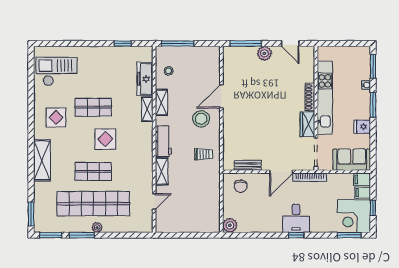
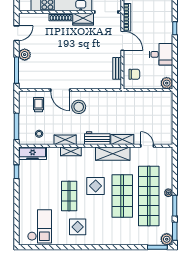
checkout: (56, 71) -> (40, 226), turned 180
freezer: (145, 79) -> (33, 153), moved
trolley: (204, 154) -> (38, 105), moved
shelving: (42, 160) -> (113, 154), moved
shop shelf: (93, 171) -> (122, 196), width x1.43, depth x1.36
desk: (296, 218) -> (161, 54), moved
plant: (41, 225) -> (167, 239), added

